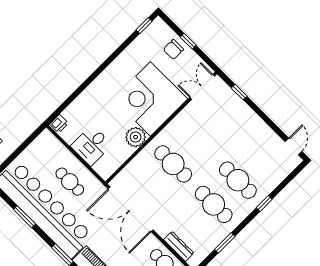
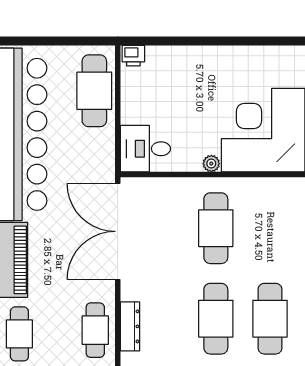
plant: (136, 137) -> (211, 164), width x0.53, depth x0.53
desk: (92, 145) -> (145, 149), moved
cafe table: (70, 182) -> (94, 91), moved, width x1.37, depth x1.35

